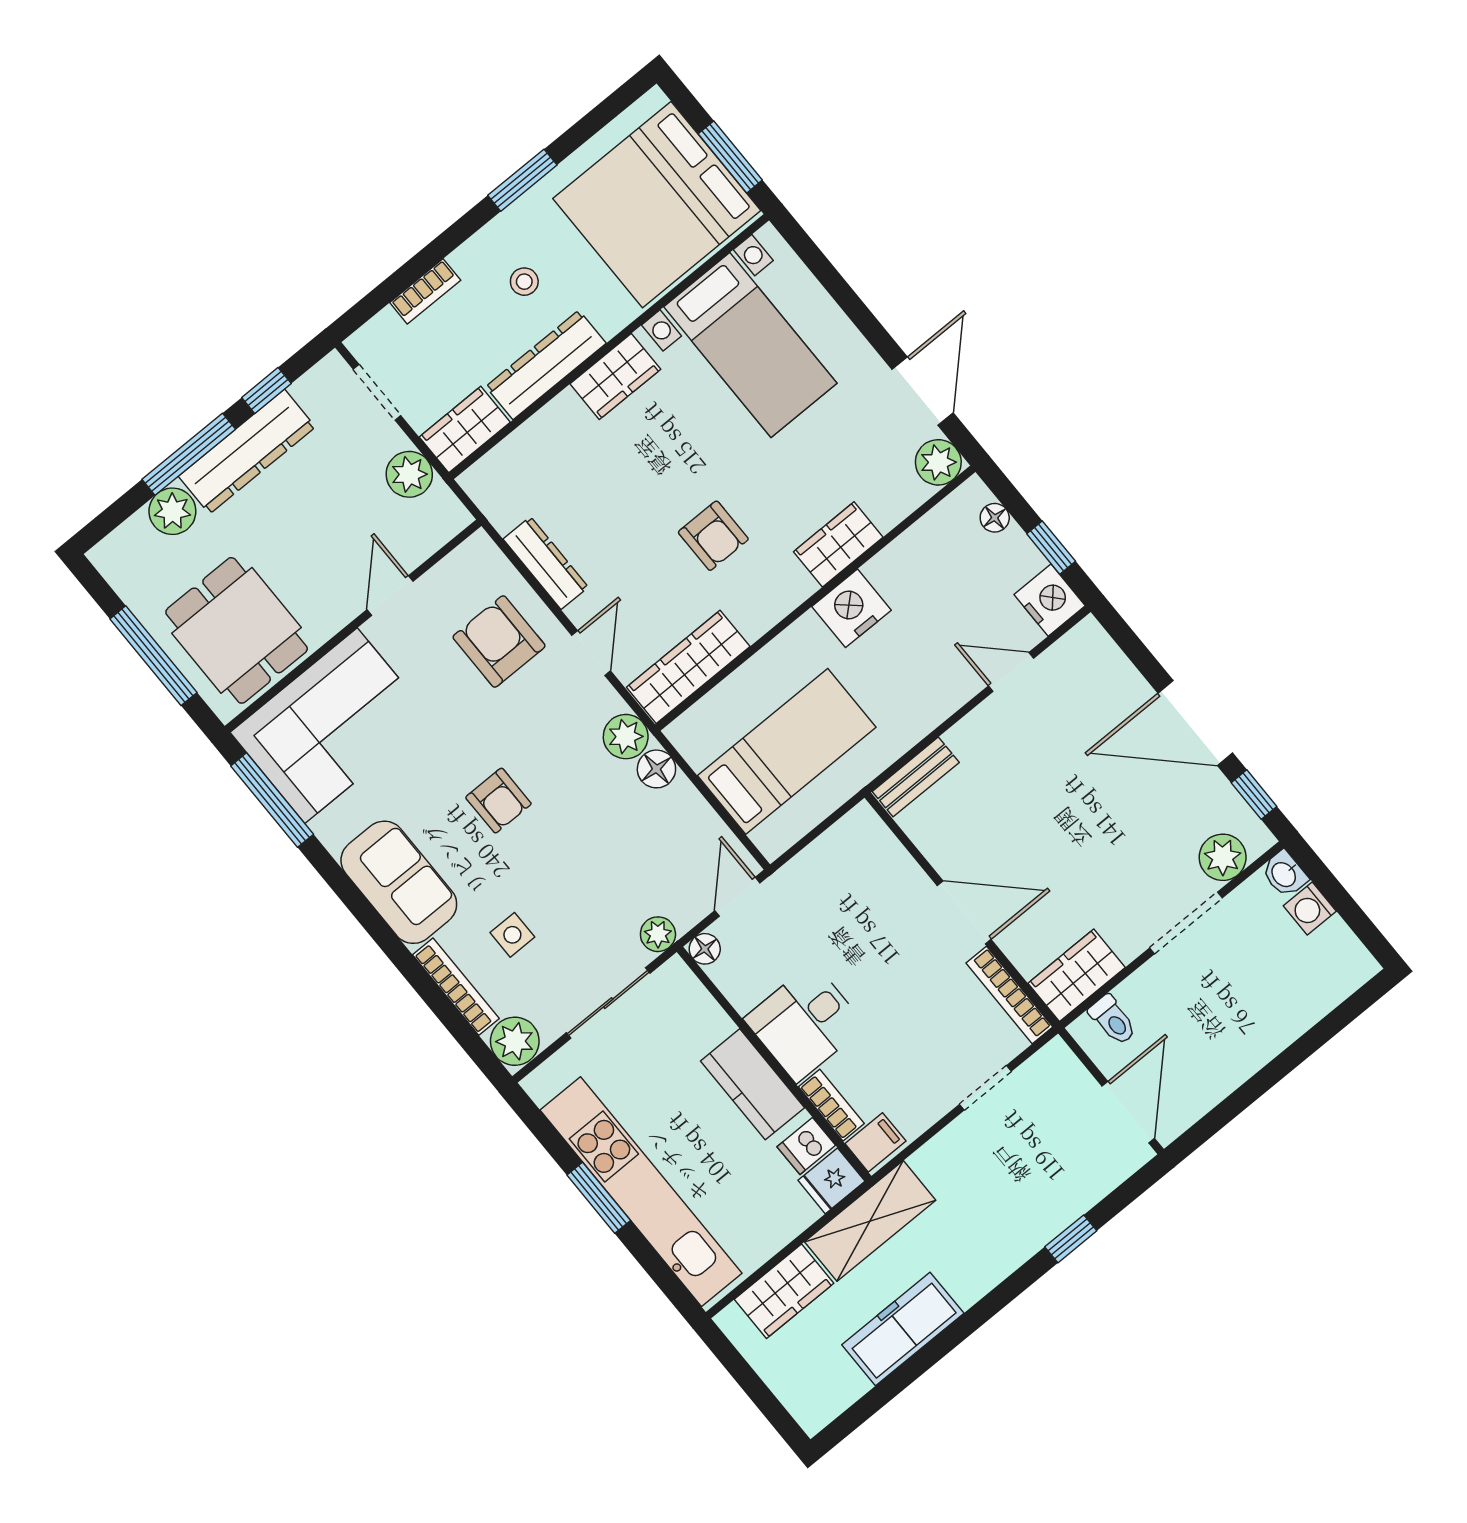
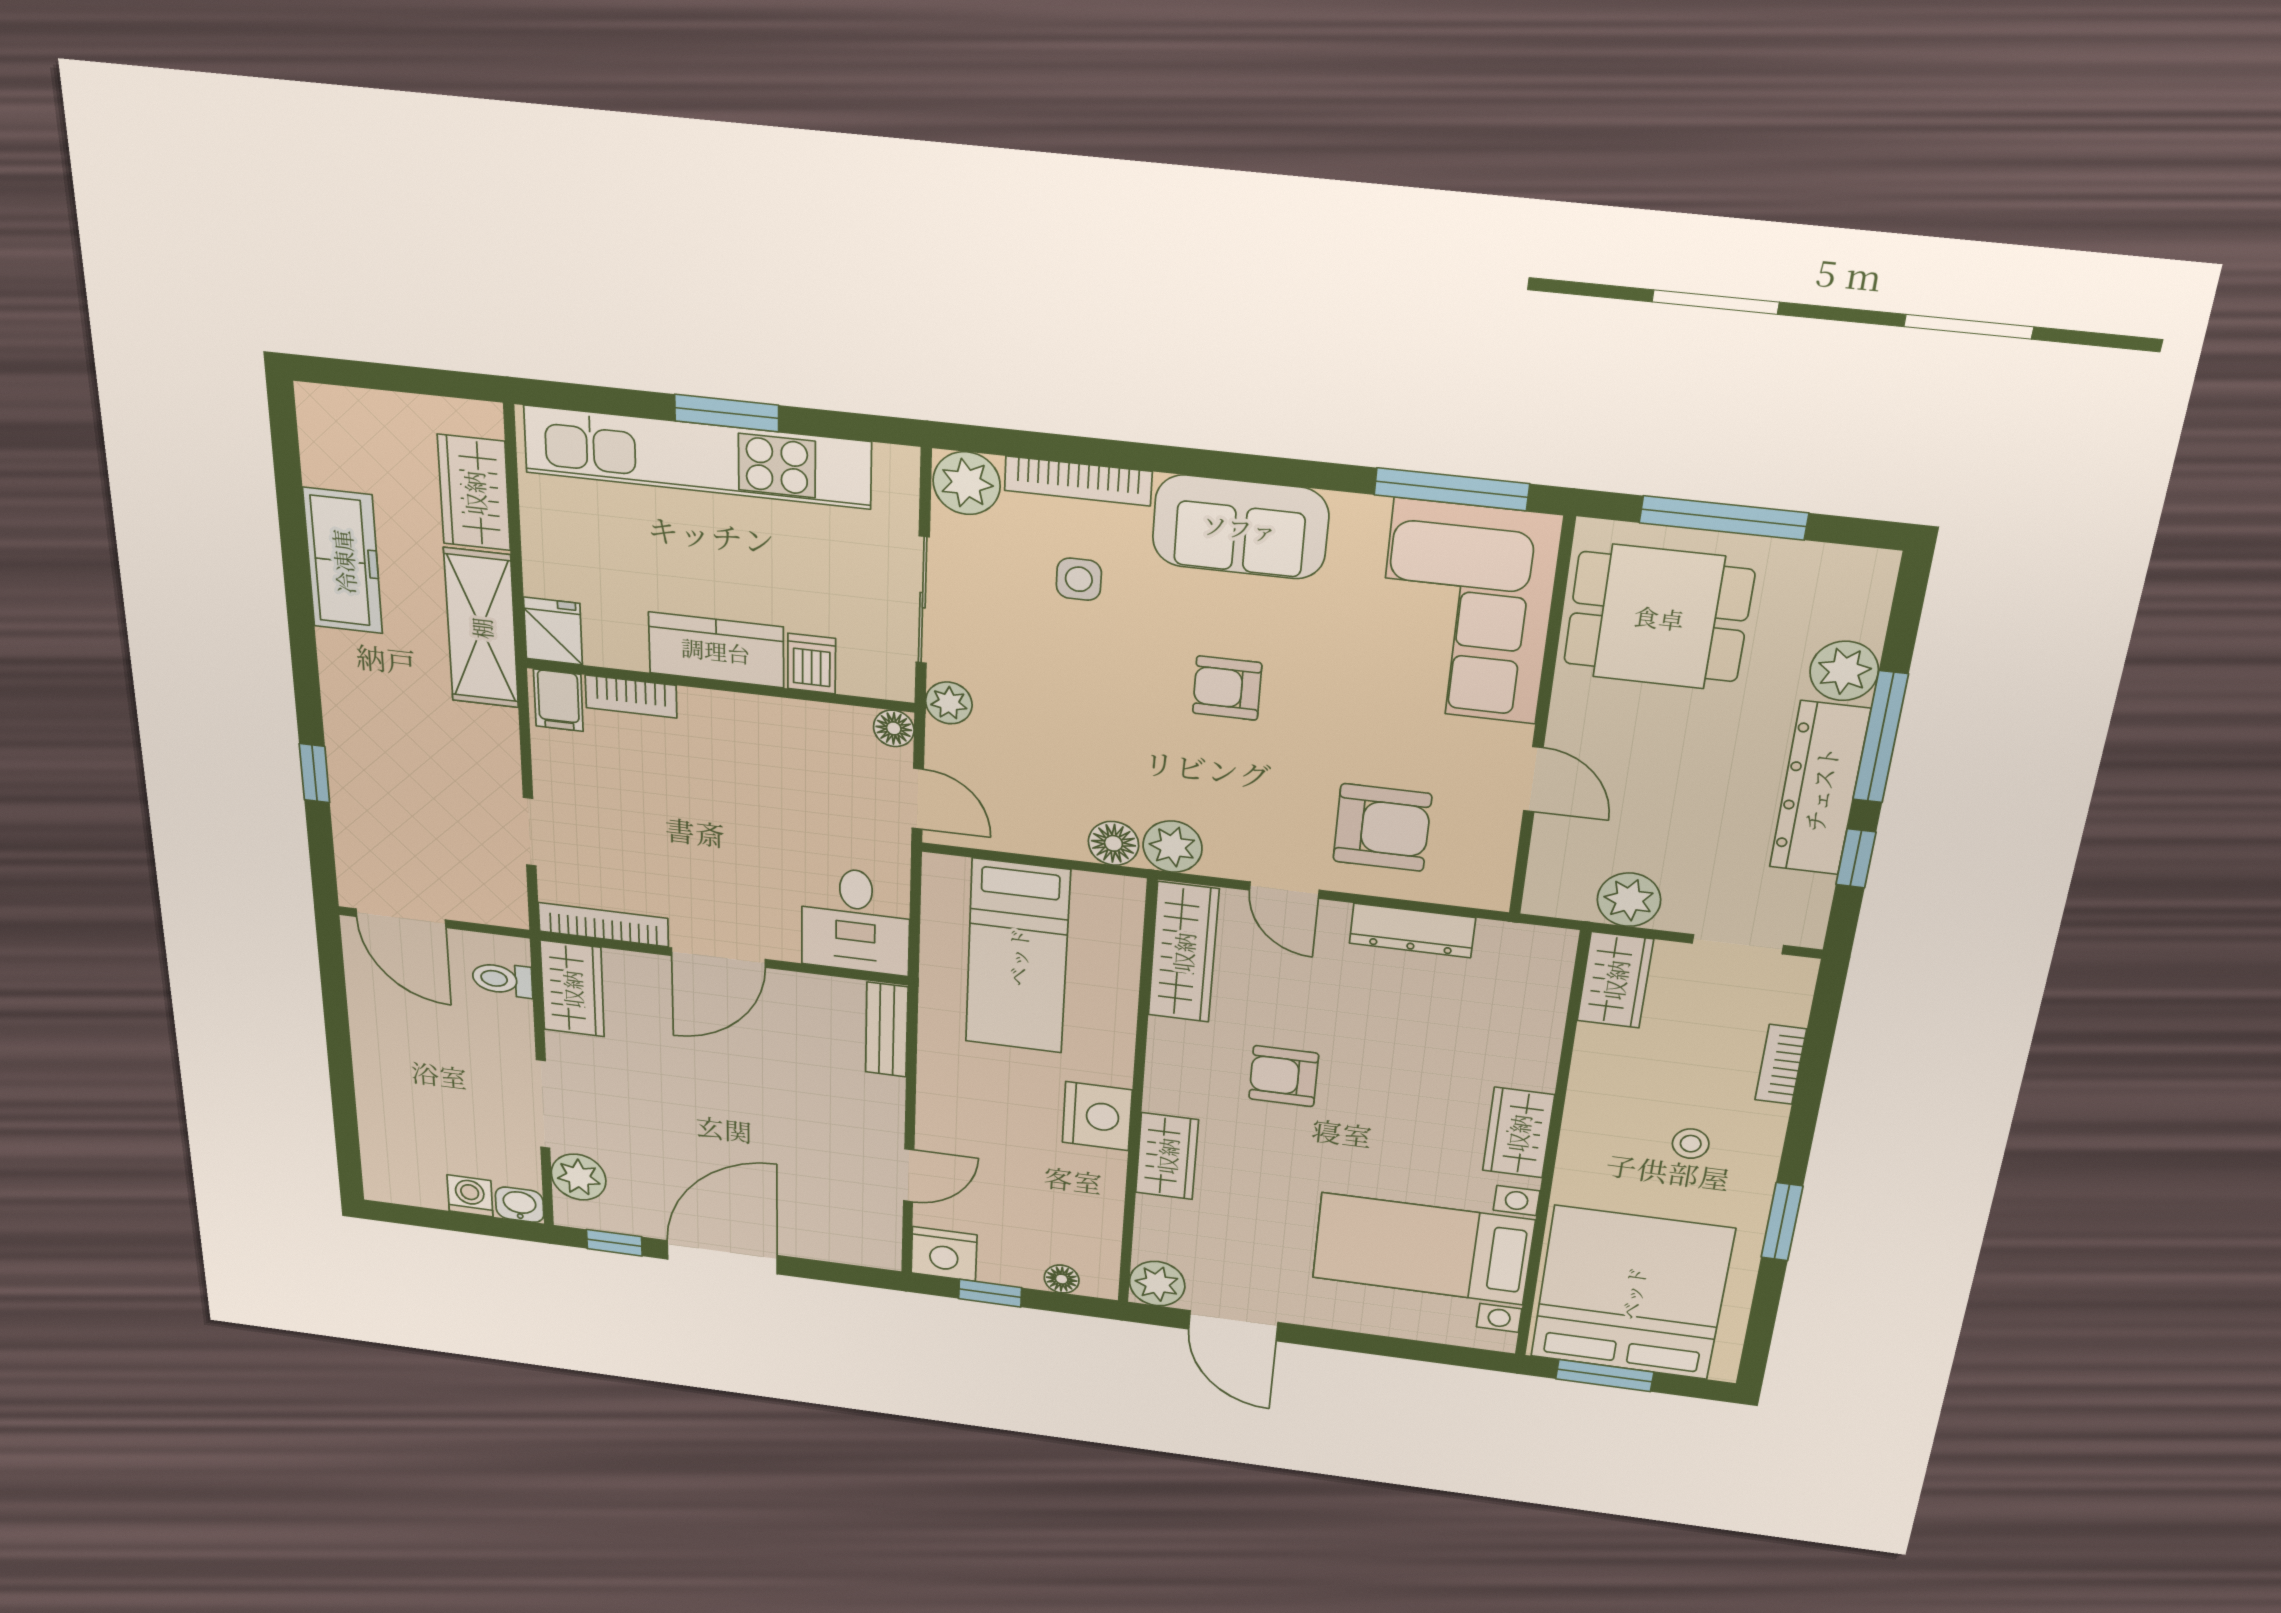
dresser: (546, 365) -> (1595, 1093), removed
desk: (805, 1022) -> (856, 921), moved, turned 180
dishwasher: (806, 1146) -> (812, 664), moved

